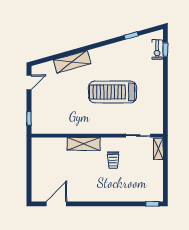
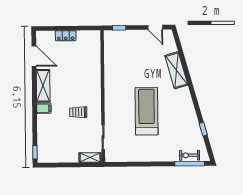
window: (165, 50) -> (190, 164), width x2.17
shelving: (84, 144) -> (43, 86), moved
locker: (36, 172) -> (66, 36), added
filing cabinet: (109, 194) -> (44, 108), added

